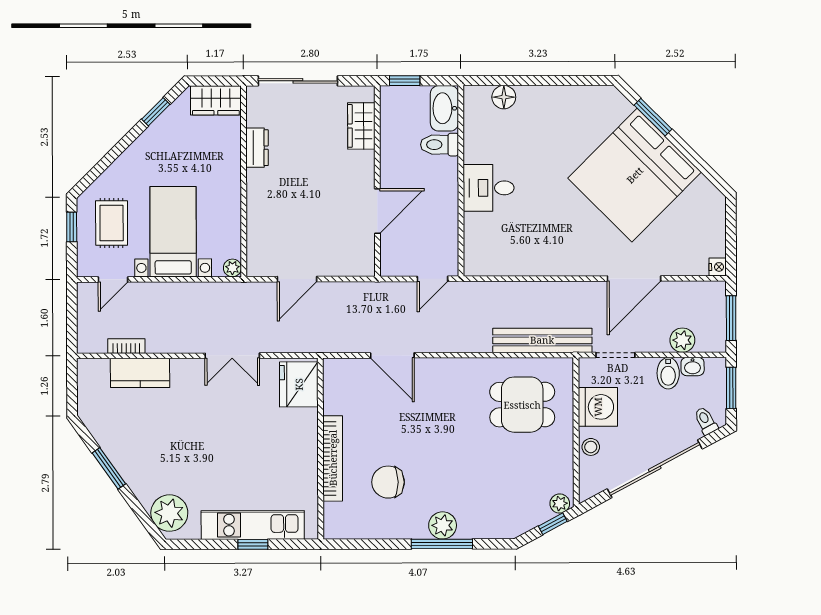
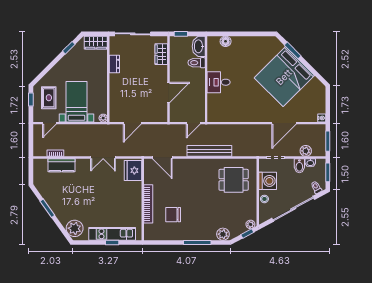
bench: (542, 340) -> (209, 151), moved
door: (392, 355) -> (162, 158), moved
plant: (443, 525) -> (223, 234), moved

